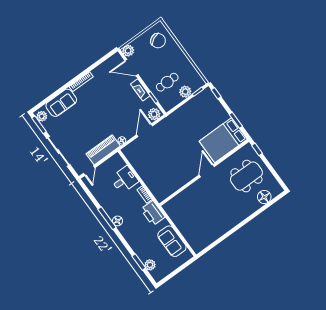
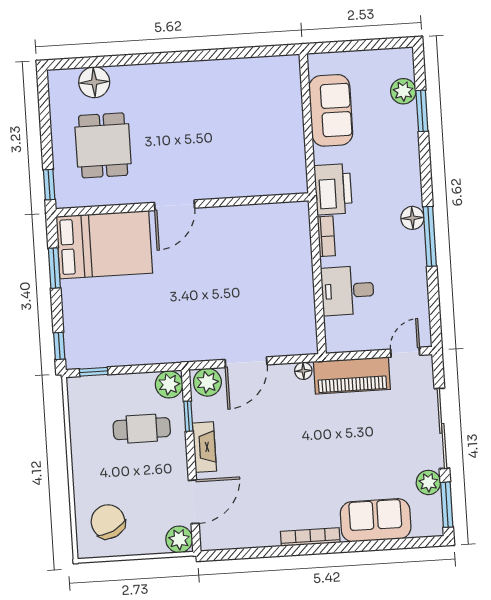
door: (131, 68) -> (194, 502), hinge flipped
plant: (185, 92) -> (169, 384), moved
plant: (42, 116) -> (428, 482), moved
dining table: (246, 176) -> (103, 145), width x0.73

